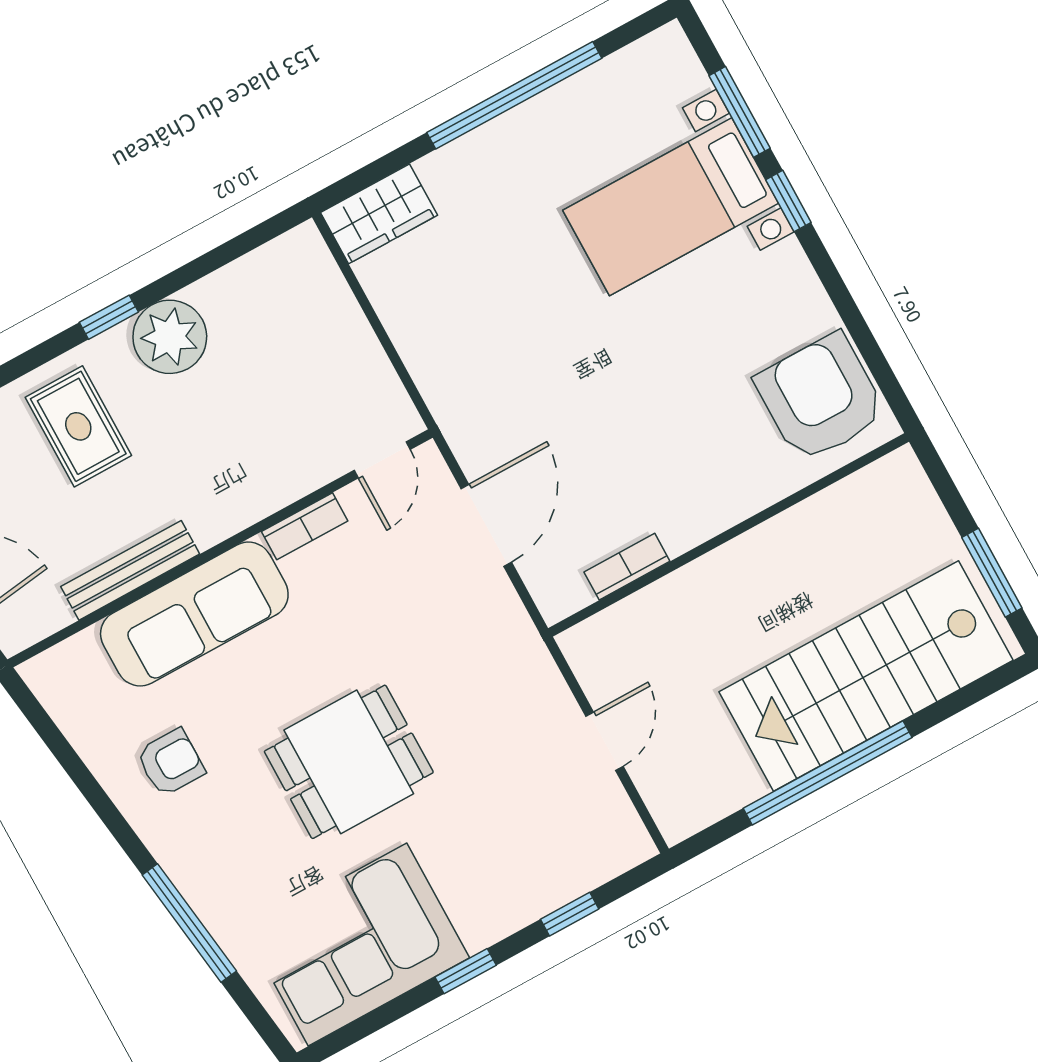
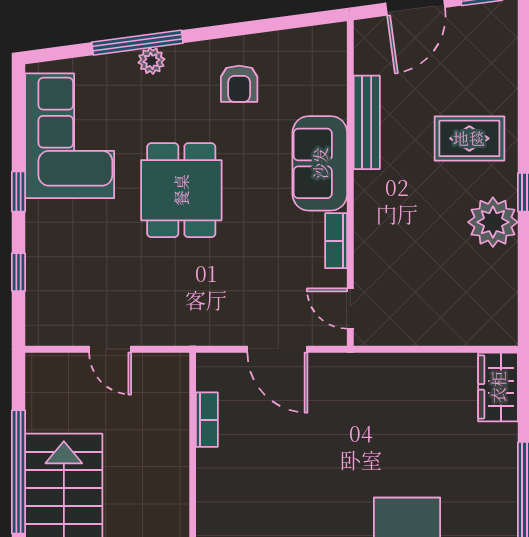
sofa: (194, 614) -> (320, 163), width x0.73
plant: (203, 892) -> (151, 61), added

